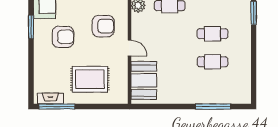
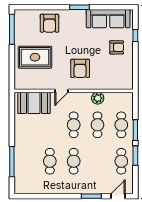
cafe table: (170, 34) -> (74, 125), added
armchair: (63, 37) -> (49, 23), moved
rug: (90, 79) -> (35, 57), turned 90
fireplace: (50, 99) -> (19, 24), removed

